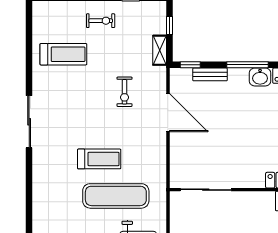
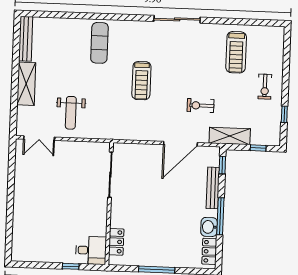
shelving: (160, 50) -> (230, 136), width x1.50, depth x1.33
bench: (210, 74) -> (213, 188), width x1.36
exercise mat: (116, 196) -> (99, 43), moved, width x0.73, depth x0.69

